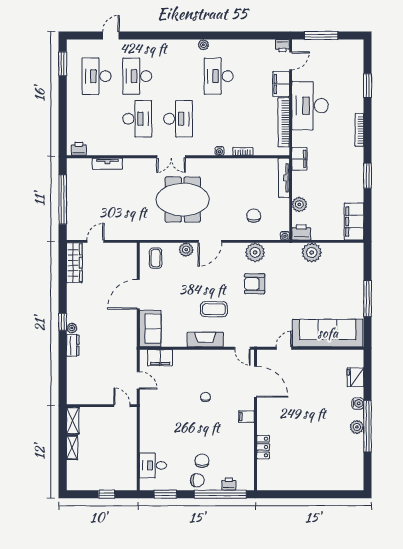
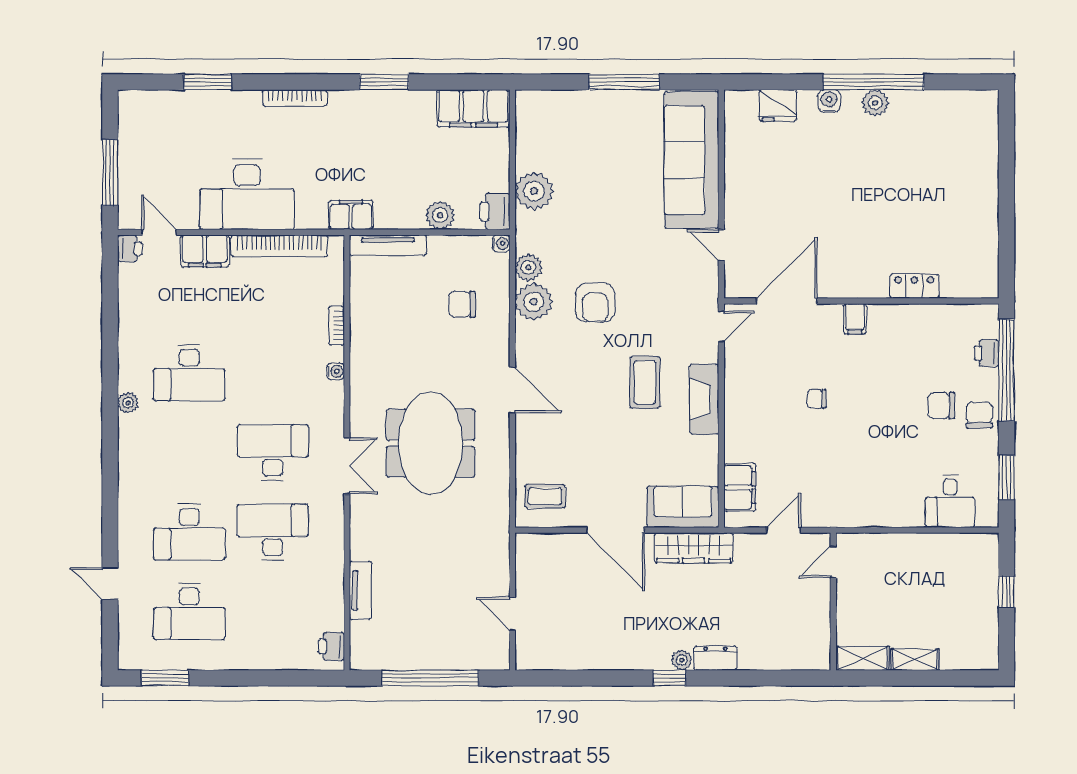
plant: (186, 250) -> (528, 267), moved
wardrobe: (74, 263) -> (694, 548), moved, turned 180

